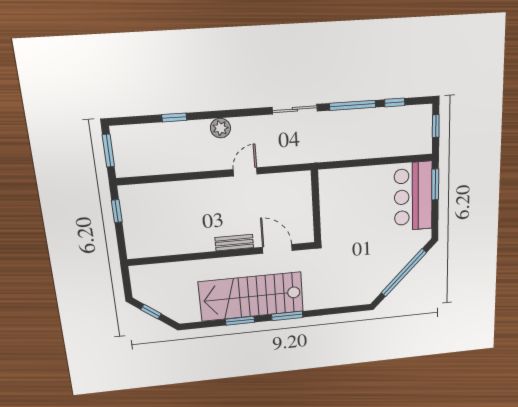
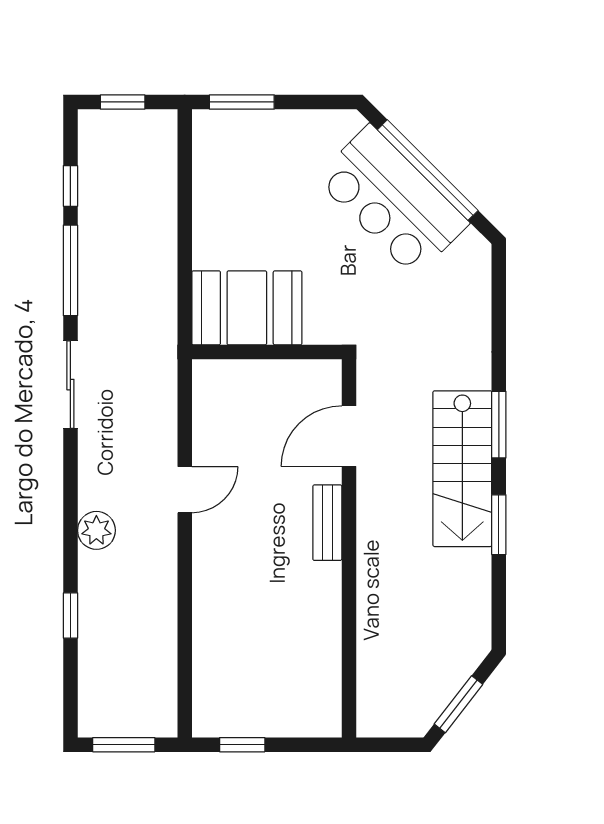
door: (245, 172) -> (185, 490), swing flipped
booth: (337, 195) -> (247, 308), added
bar counter: (413, 196) -> (392, 201), moved, turned 45
stairs: (251, 297) -> (462, 469), width x0.73, depth x0.66
window: (151, 312) -> (458, 704), width x1.50

